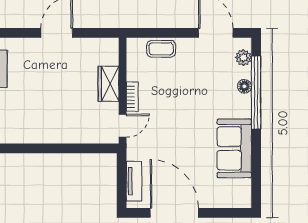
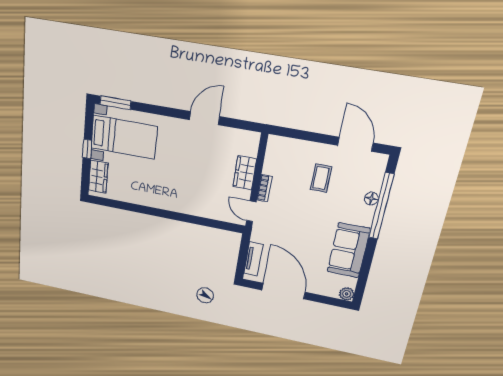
coffee table: (161, 49) -> (321, 178), moved, turned 90
plant: (243, 58) -> (347, 294), moved
door: (123, 126) -> (251, 211), swing flipped

